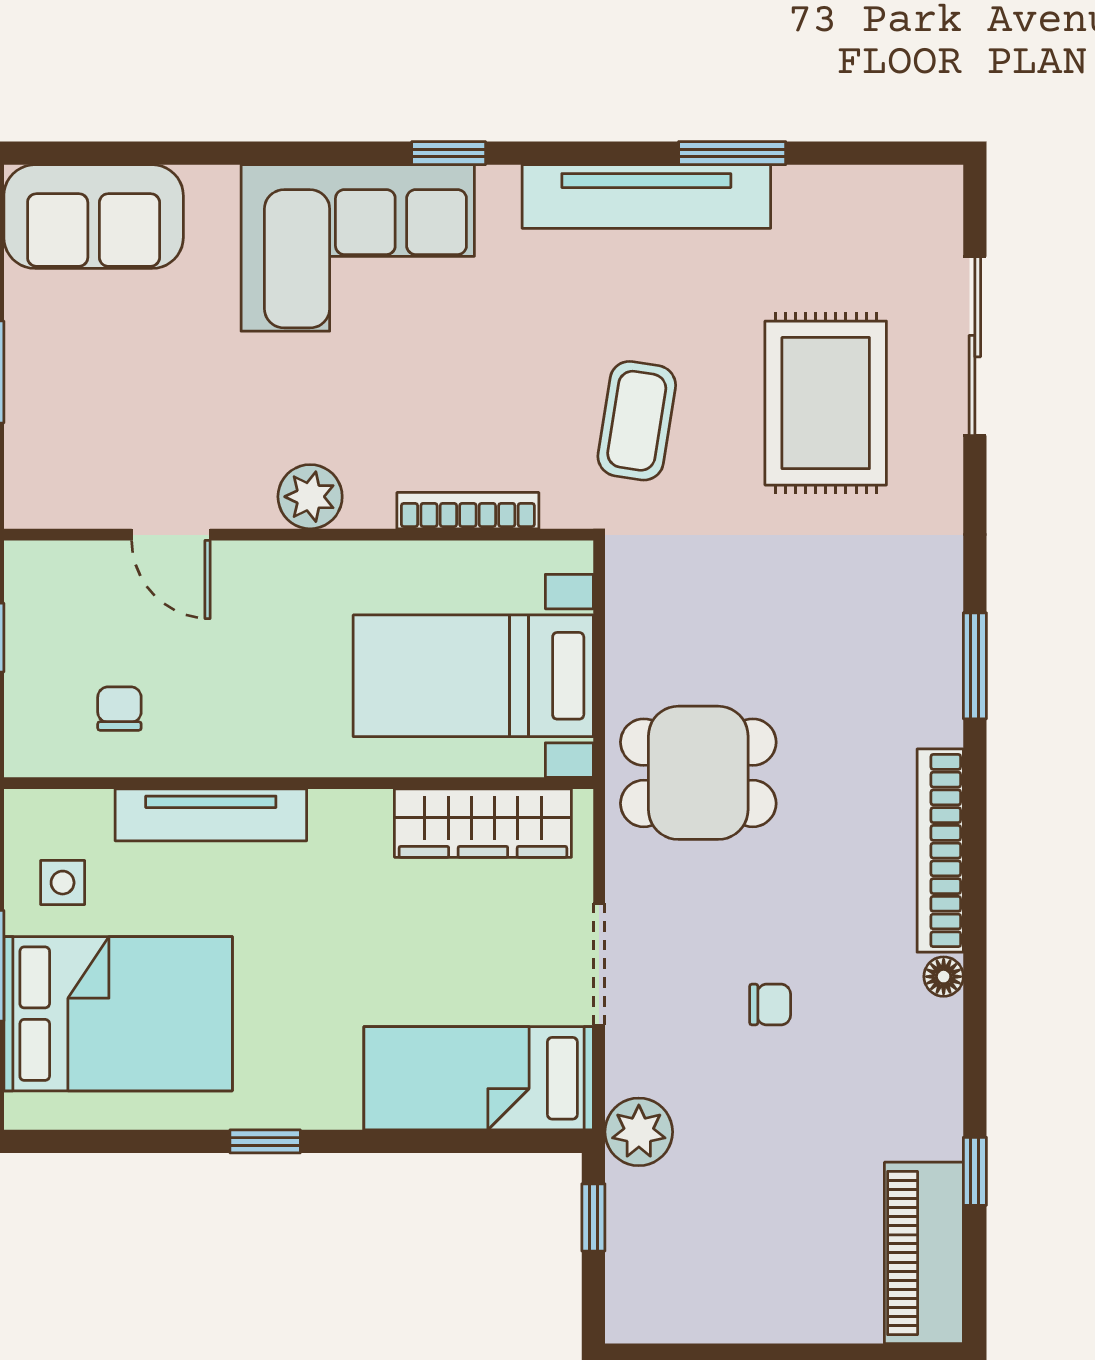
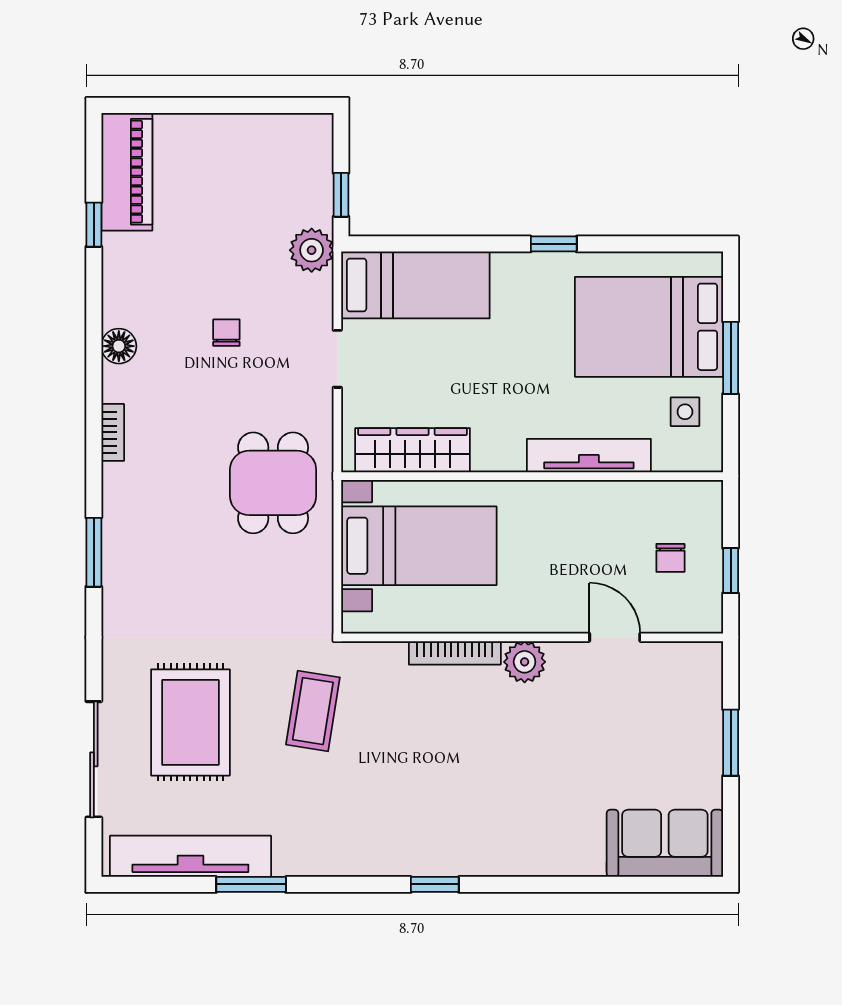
tv unit: (646, 196) -> (190, 856), moved
corner sofa: (358, 248) -> (494, 823), removed
bookcase: (468, 511) -> (455, 653), moved
chair: (119, 709) -> (670, 558), moved
dining table: (698, 773) -> (273, 483), turned 90
bookcase: (940, 851) -> (113, 432), width x0.43, depth x0.76
doorway: (599, 964) -> (337, 359), width x0.73
floor lamp: (944, 977) -> (119, 346), width x1.37, depth x1.37
chair: (770, 1005) -> (226, 333), turned 90

